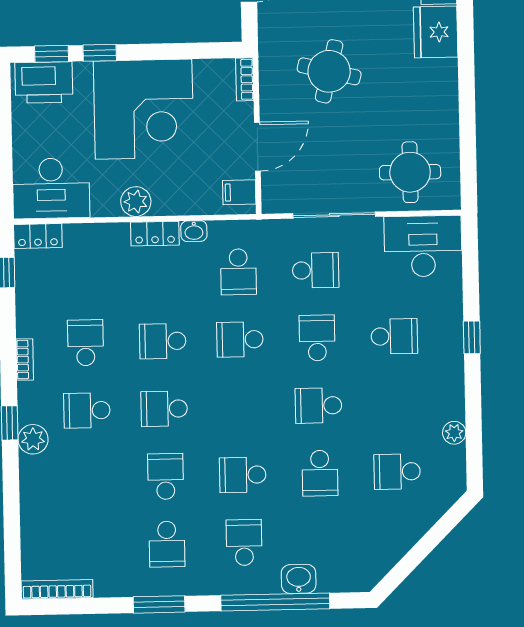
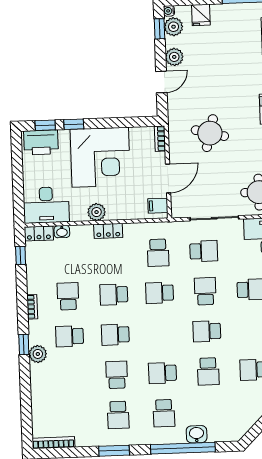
washbasin: (194, 231) -> (62, 232), moved
school desk: (244, 542) -> (164, 413), turned 180

